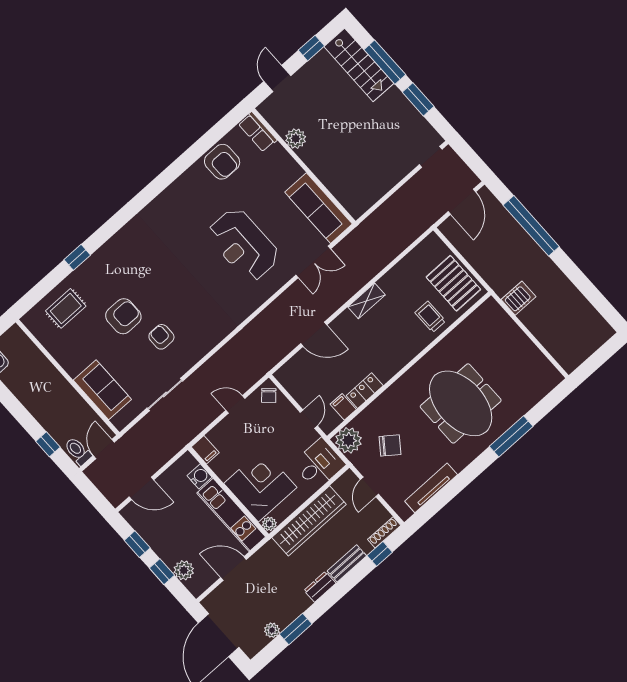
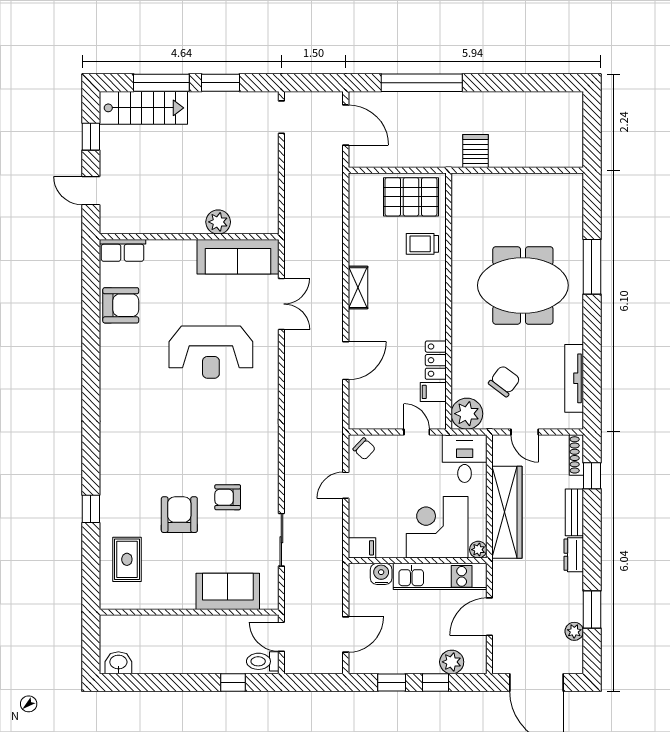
plant: (296, 139) -> (218, 222), moved

